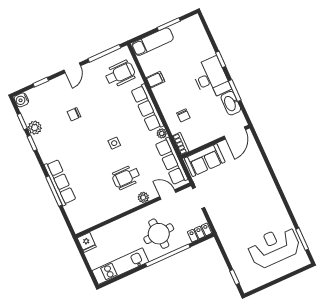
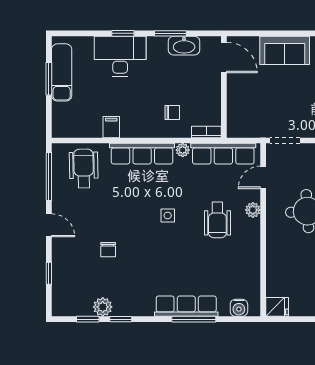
exam couch: (153, 42) -> (62, 72), moved
desk: (211, 78) -> (120, 56), moved
water cooler: (21, 100) -> (239, 308), moved
sofa: (205, 160) -> (285, 50), moved, turned 90

